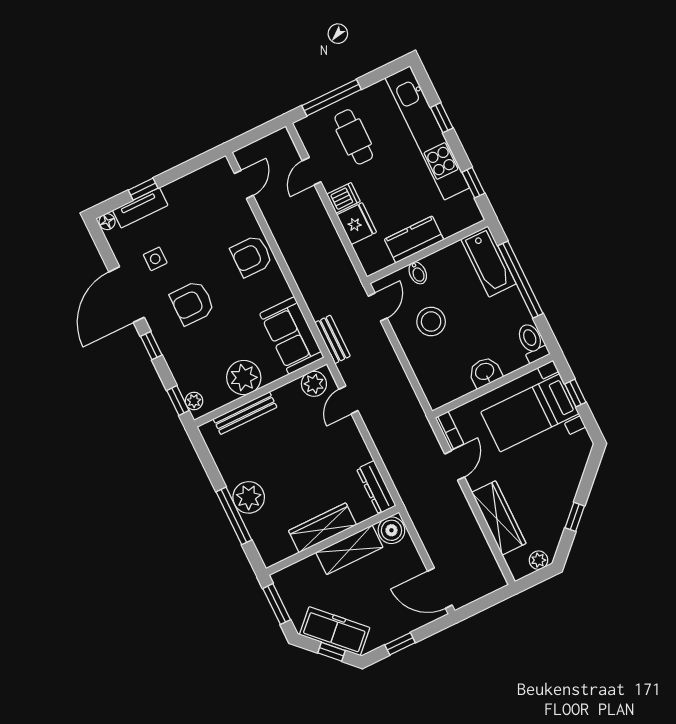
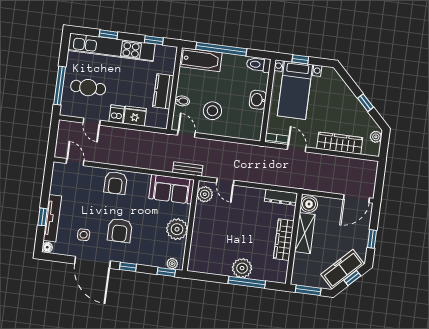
tv unit: (140, 208) -> (52, 218), width x1.41
bench: (245, 413) -> (196, 241), removed

